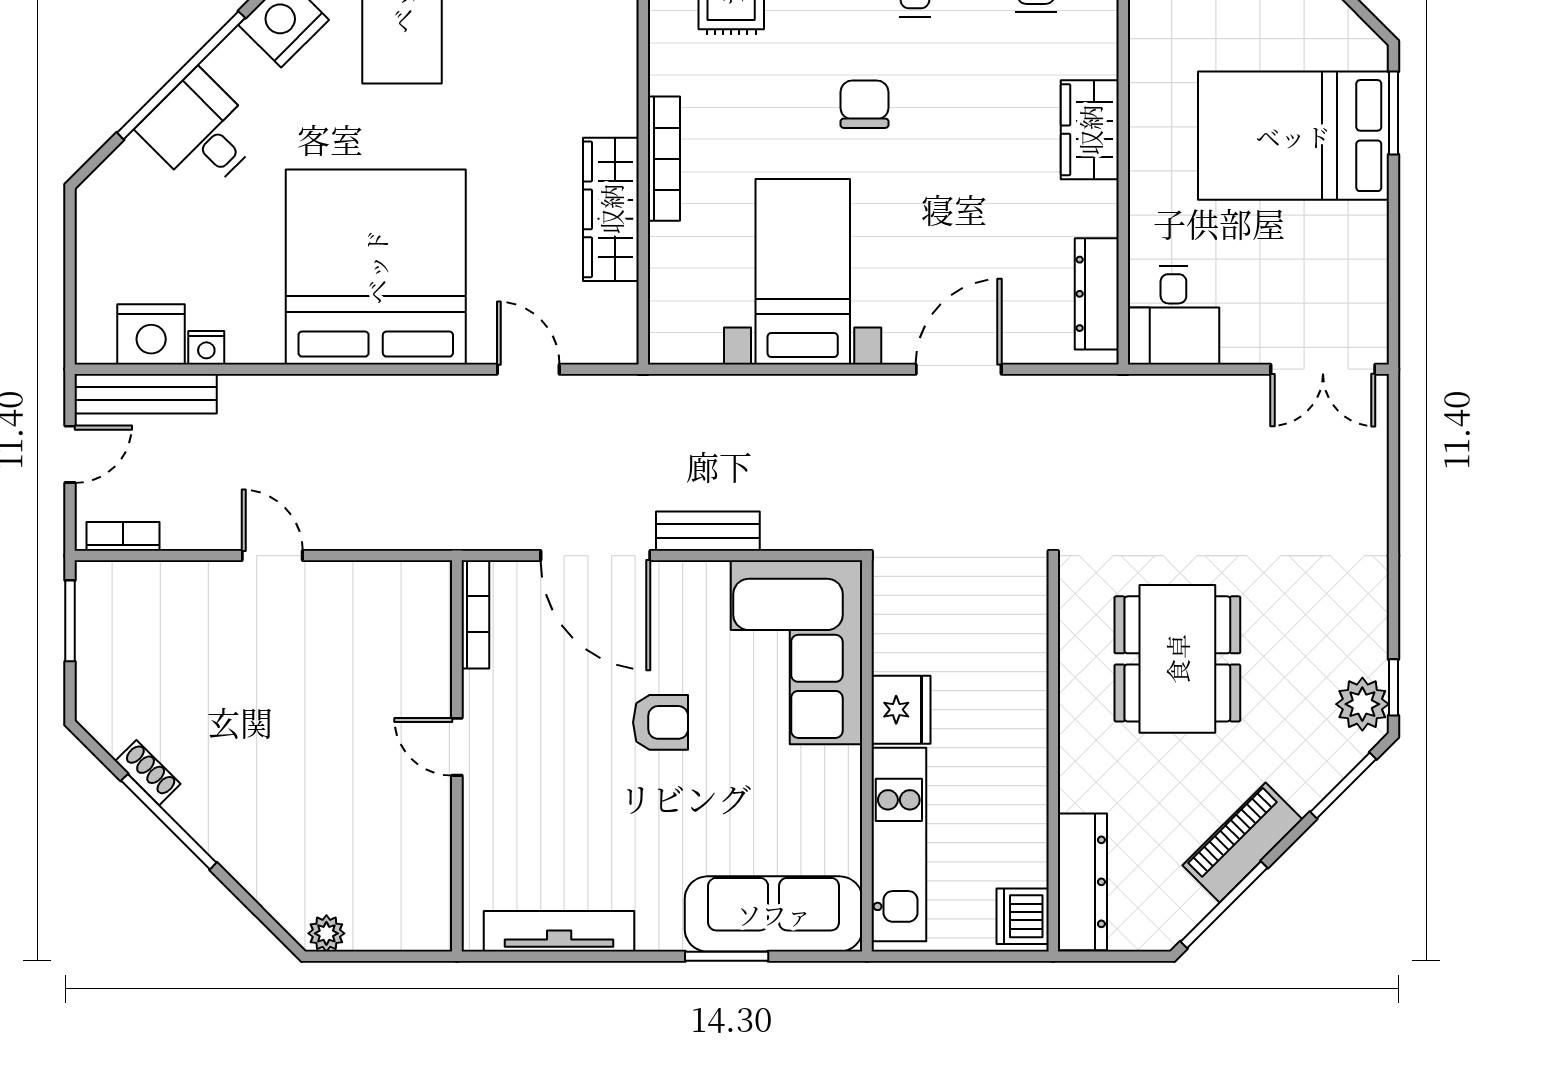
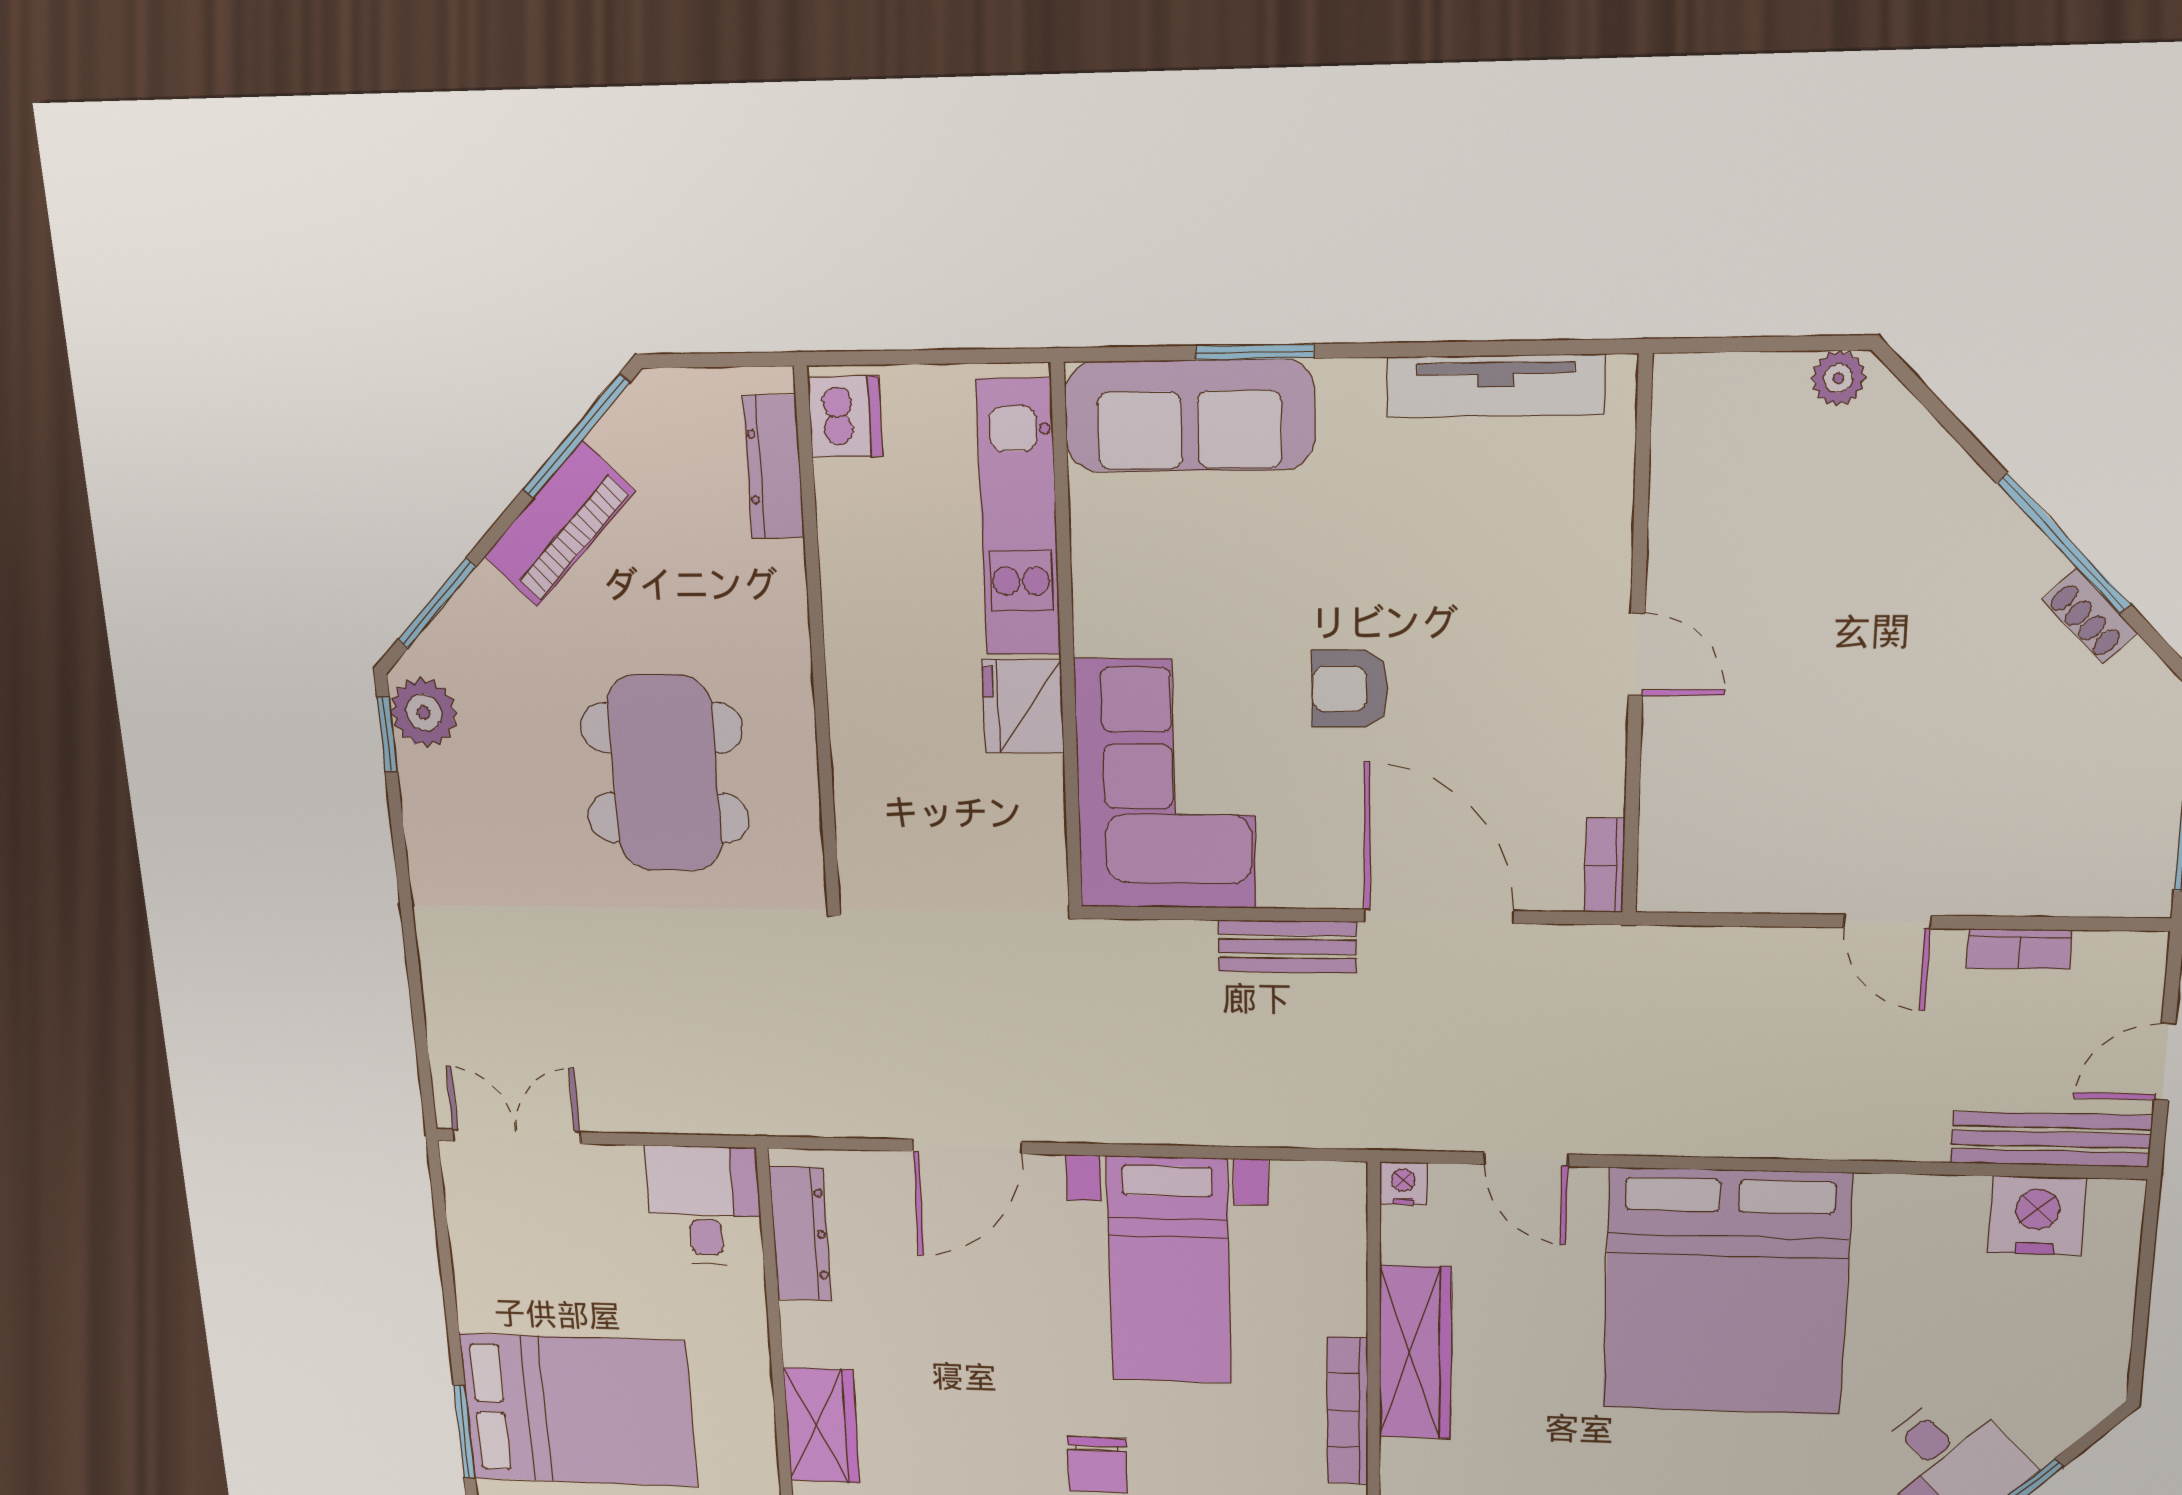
nightstand: (206, 348) -> (1403, 1183), moved
bookcase: (123, 536) -> (2019, 949), moved
bookcase: (475, 614) -> (1605, 865), width x0.64
dresser: (1082, 882) -> (774, 467), width x0.73, depth x0.80

